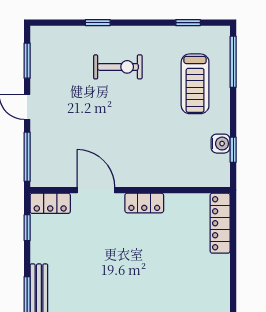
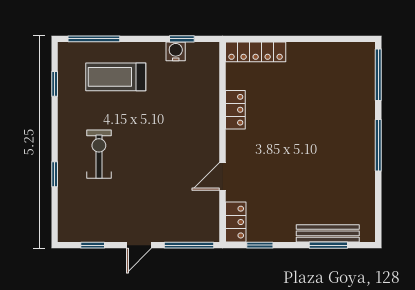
window: (27, 61) -> (93, 245), width x0.67
treadmill: (195, 84) -> (116, 77), turned 180
door: (96, 190) -> (222, 176), width x0.73
locker: (144, 203) -> (235, 110), moved

